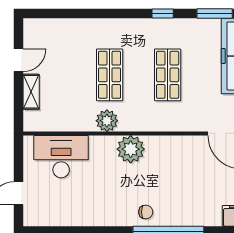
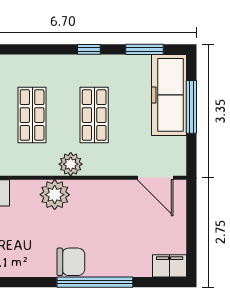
plant: (107, 121) -> (71, 164), moved
chair: (146, 212) -> (71, 262), width x1.87, depth x1.87

